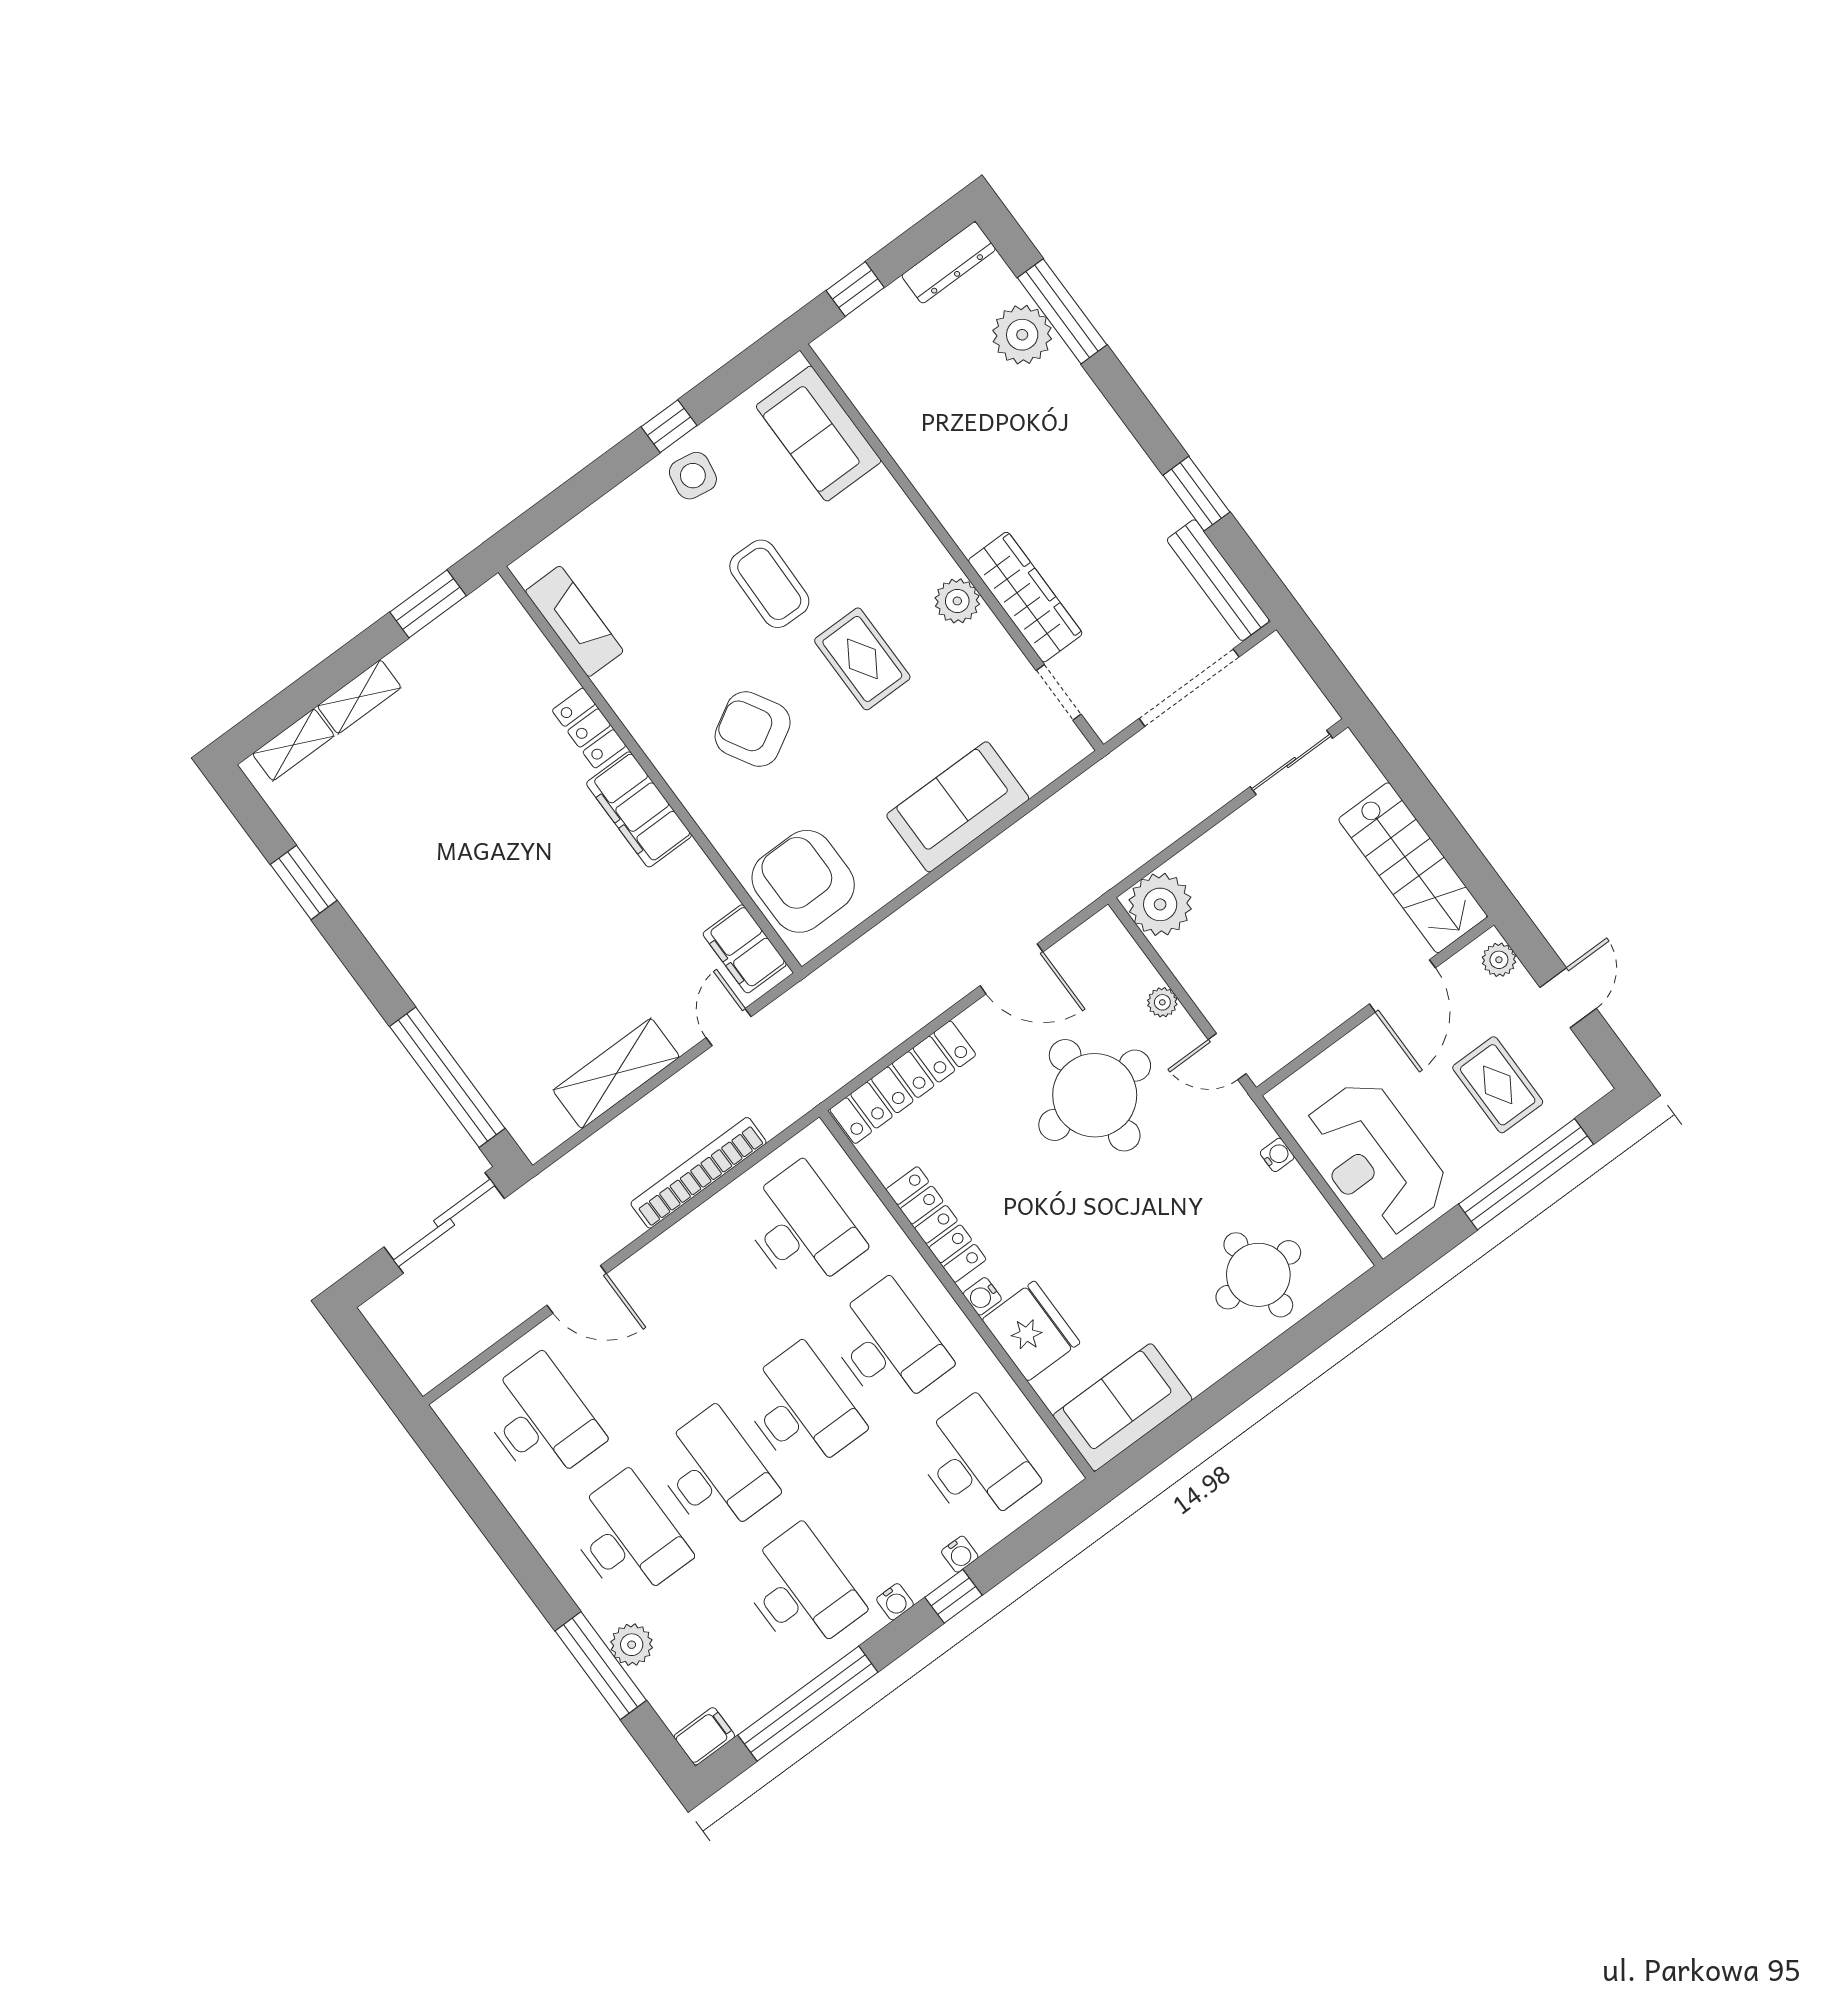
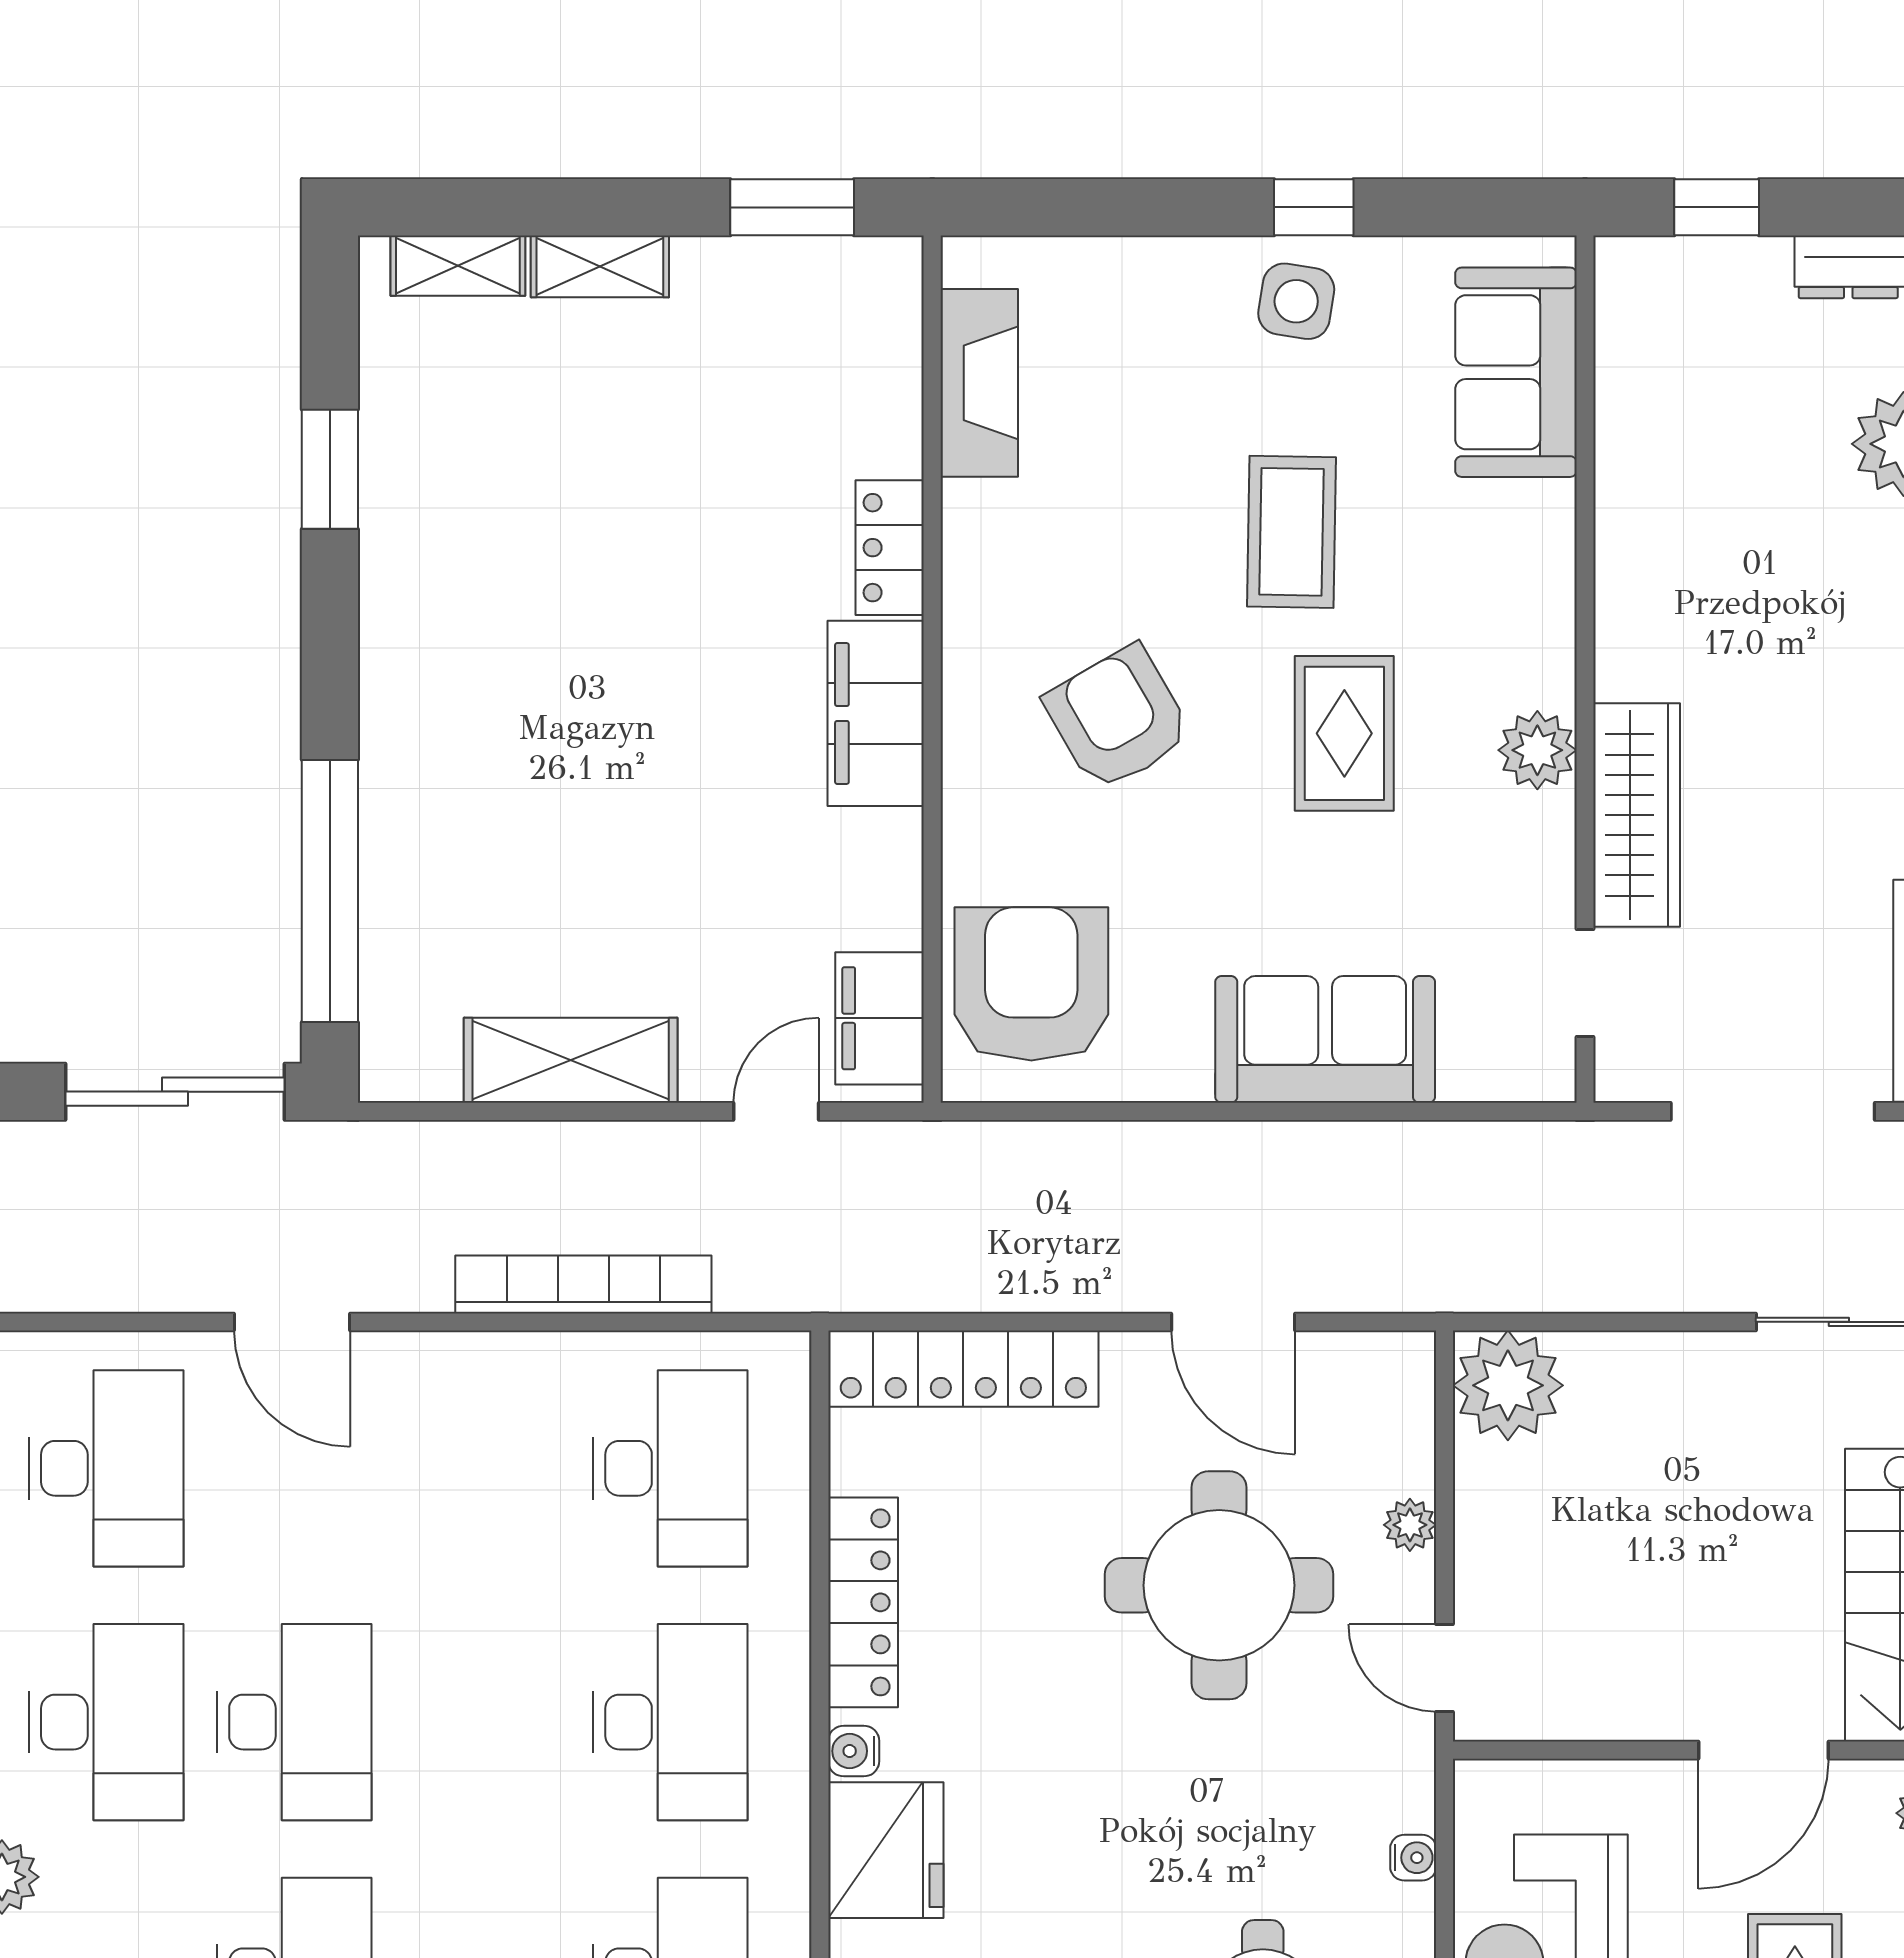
desk: (801, 1409) -> (482, 1722), removed

